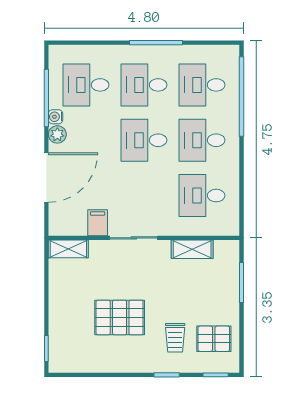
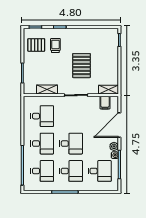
filing cabinet: (98, 223) -> (105, 103), moved
pallet: (120, 317) -> (81, 66), moved, turned 90

